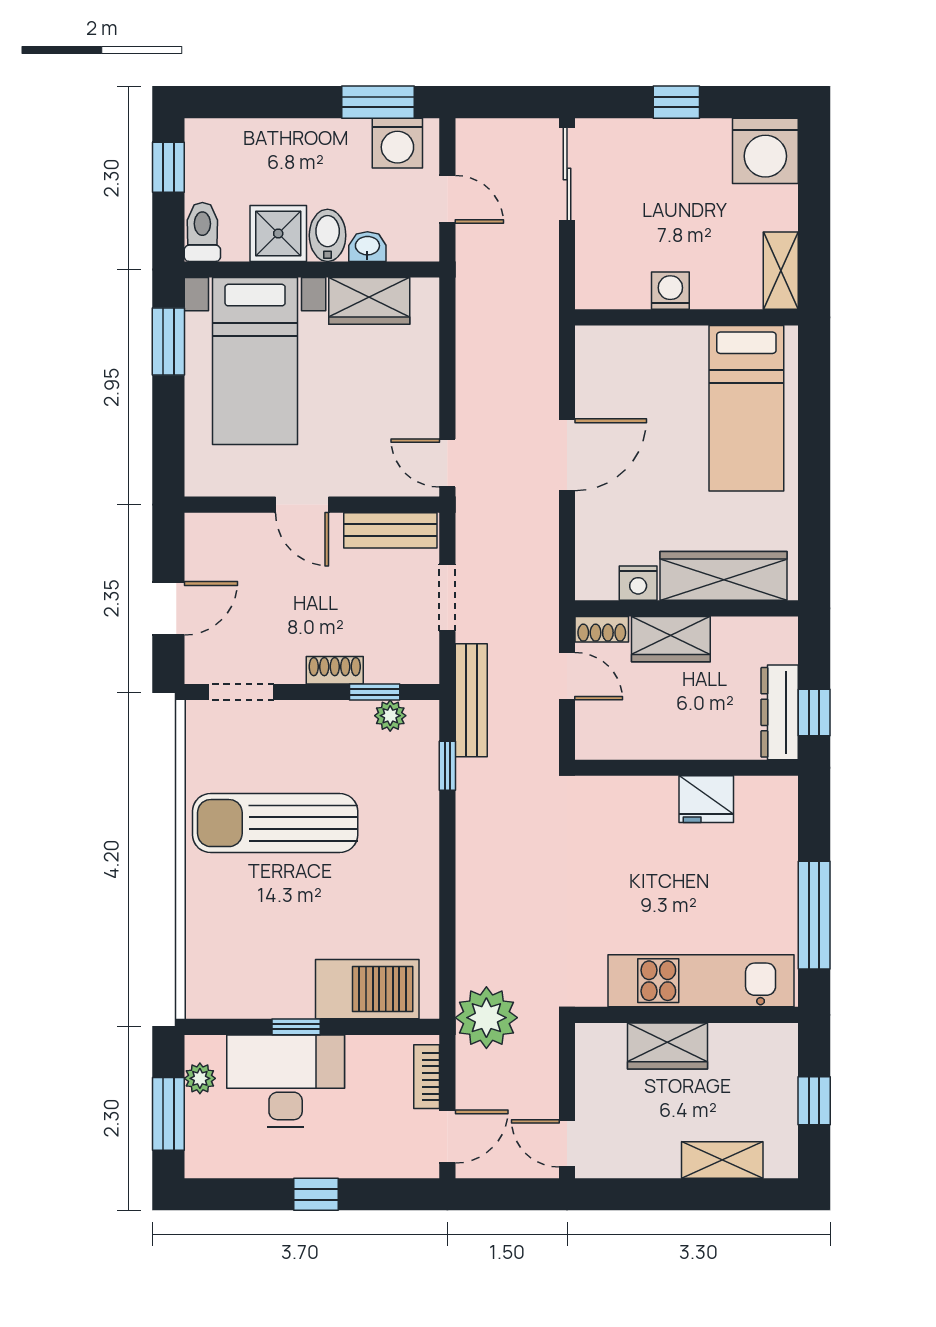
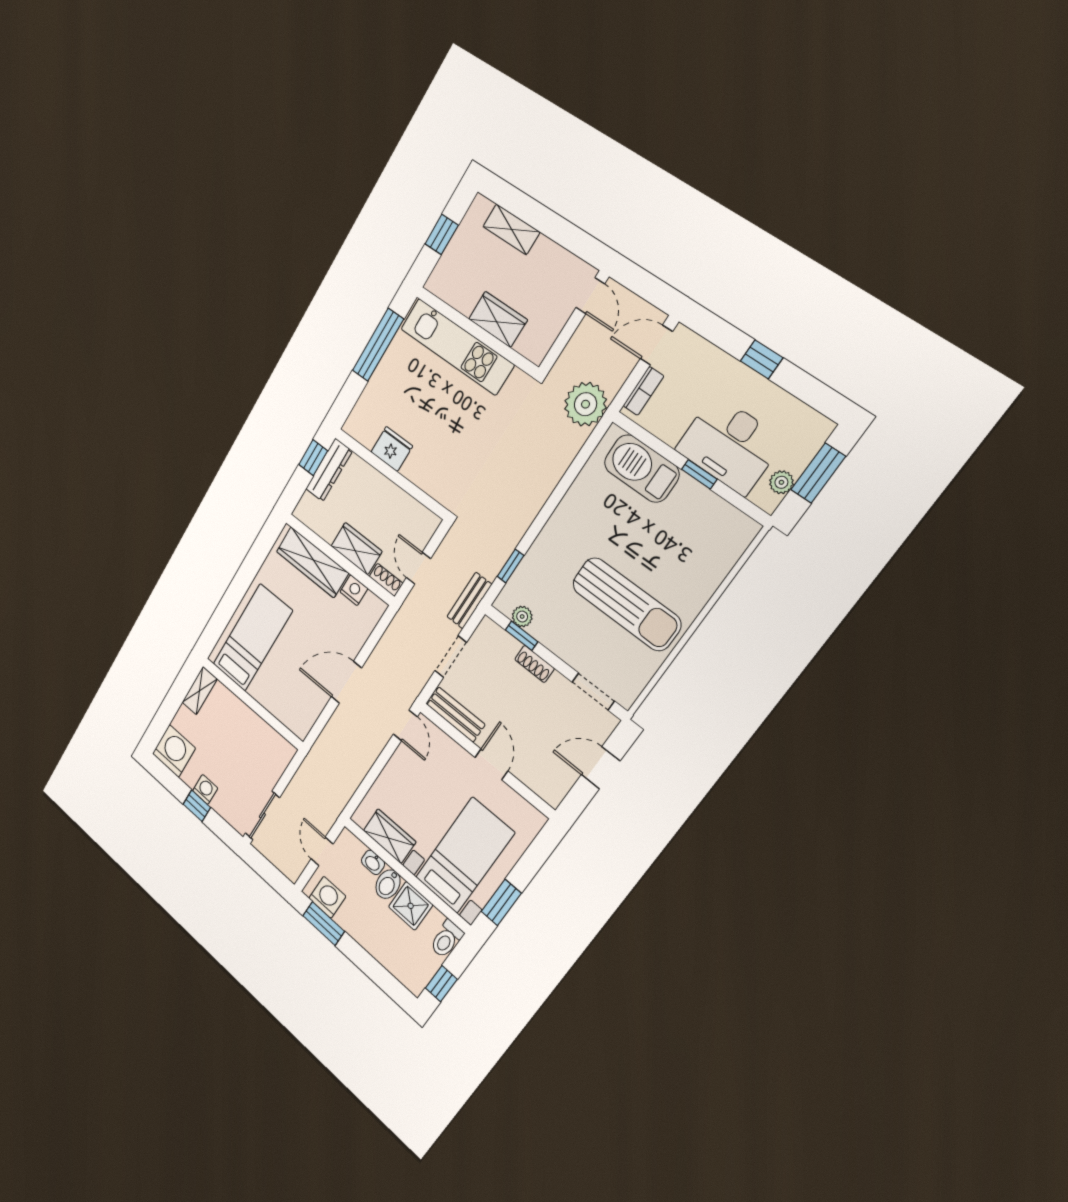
washing machine: (670, 291) -> (205, 789), moved, turned 180
bench: (471, 700) -> (469, 601), width x0.73

